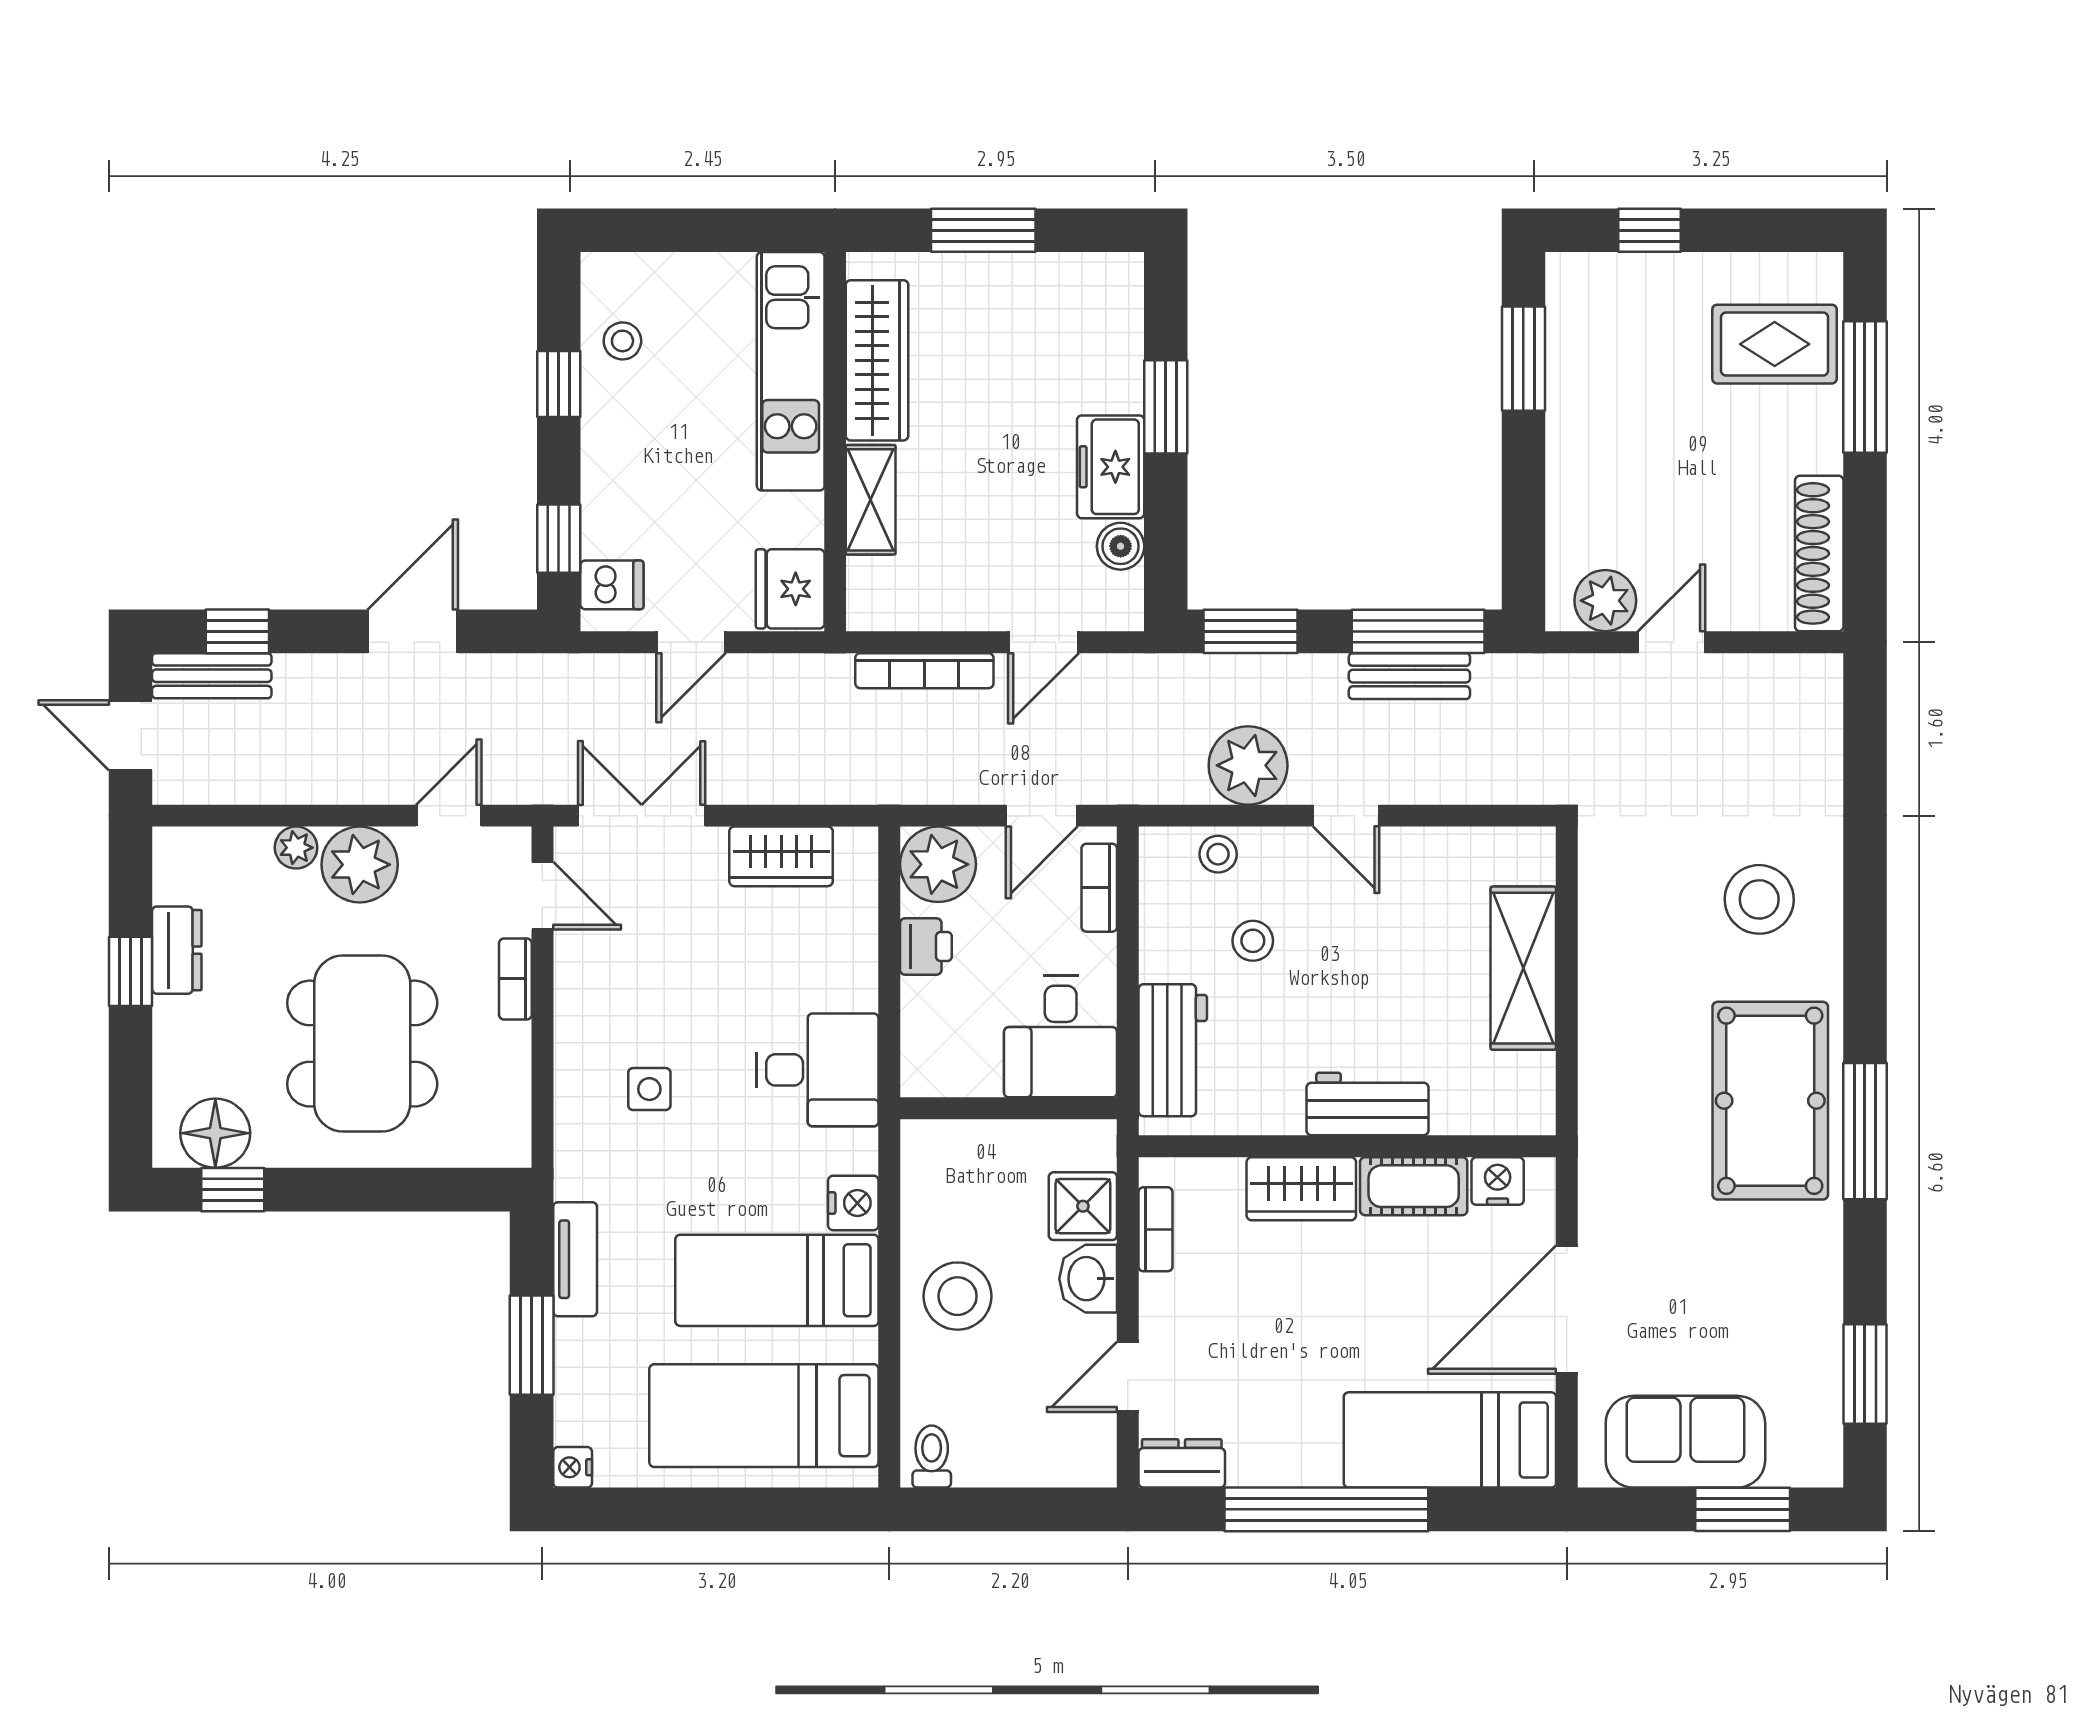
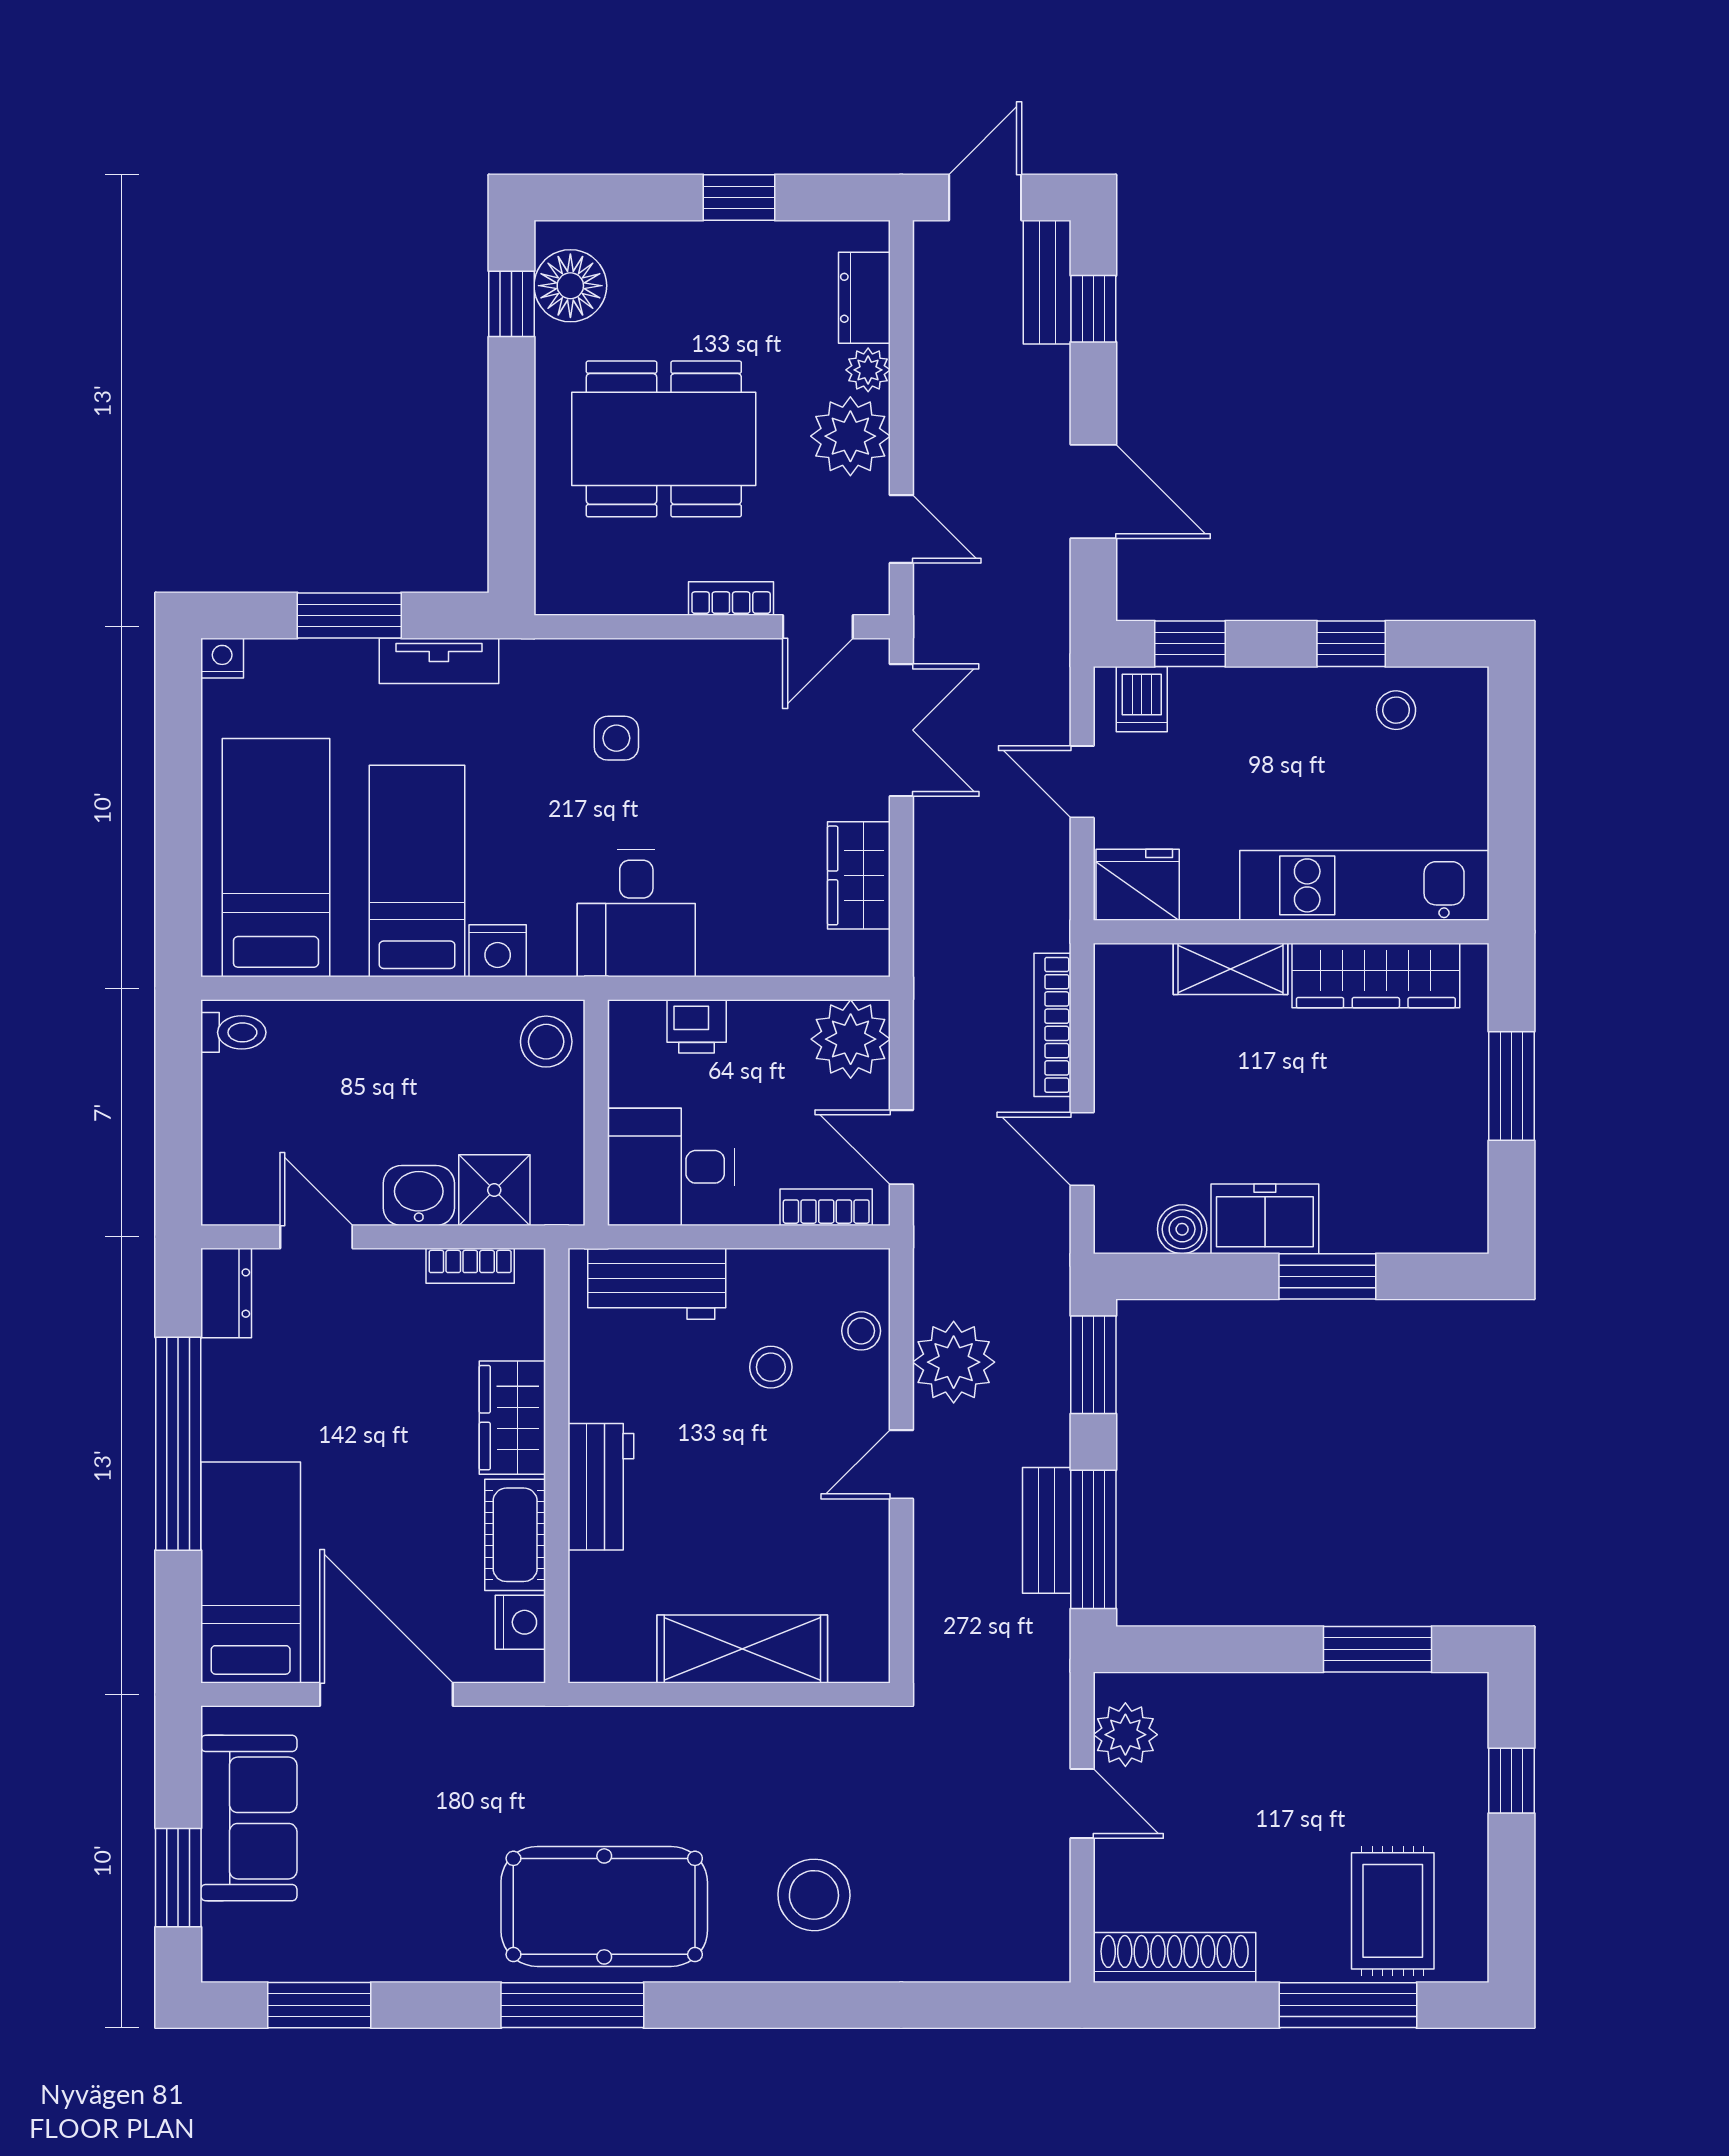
printer: (926, 947) -> (697, 1026), moved
dresser: (177, 950) -> (864, 298), moved, turned 90
stool: (958, 1296) -> (546, 1042), moved, width x0.73, depth x0.73

